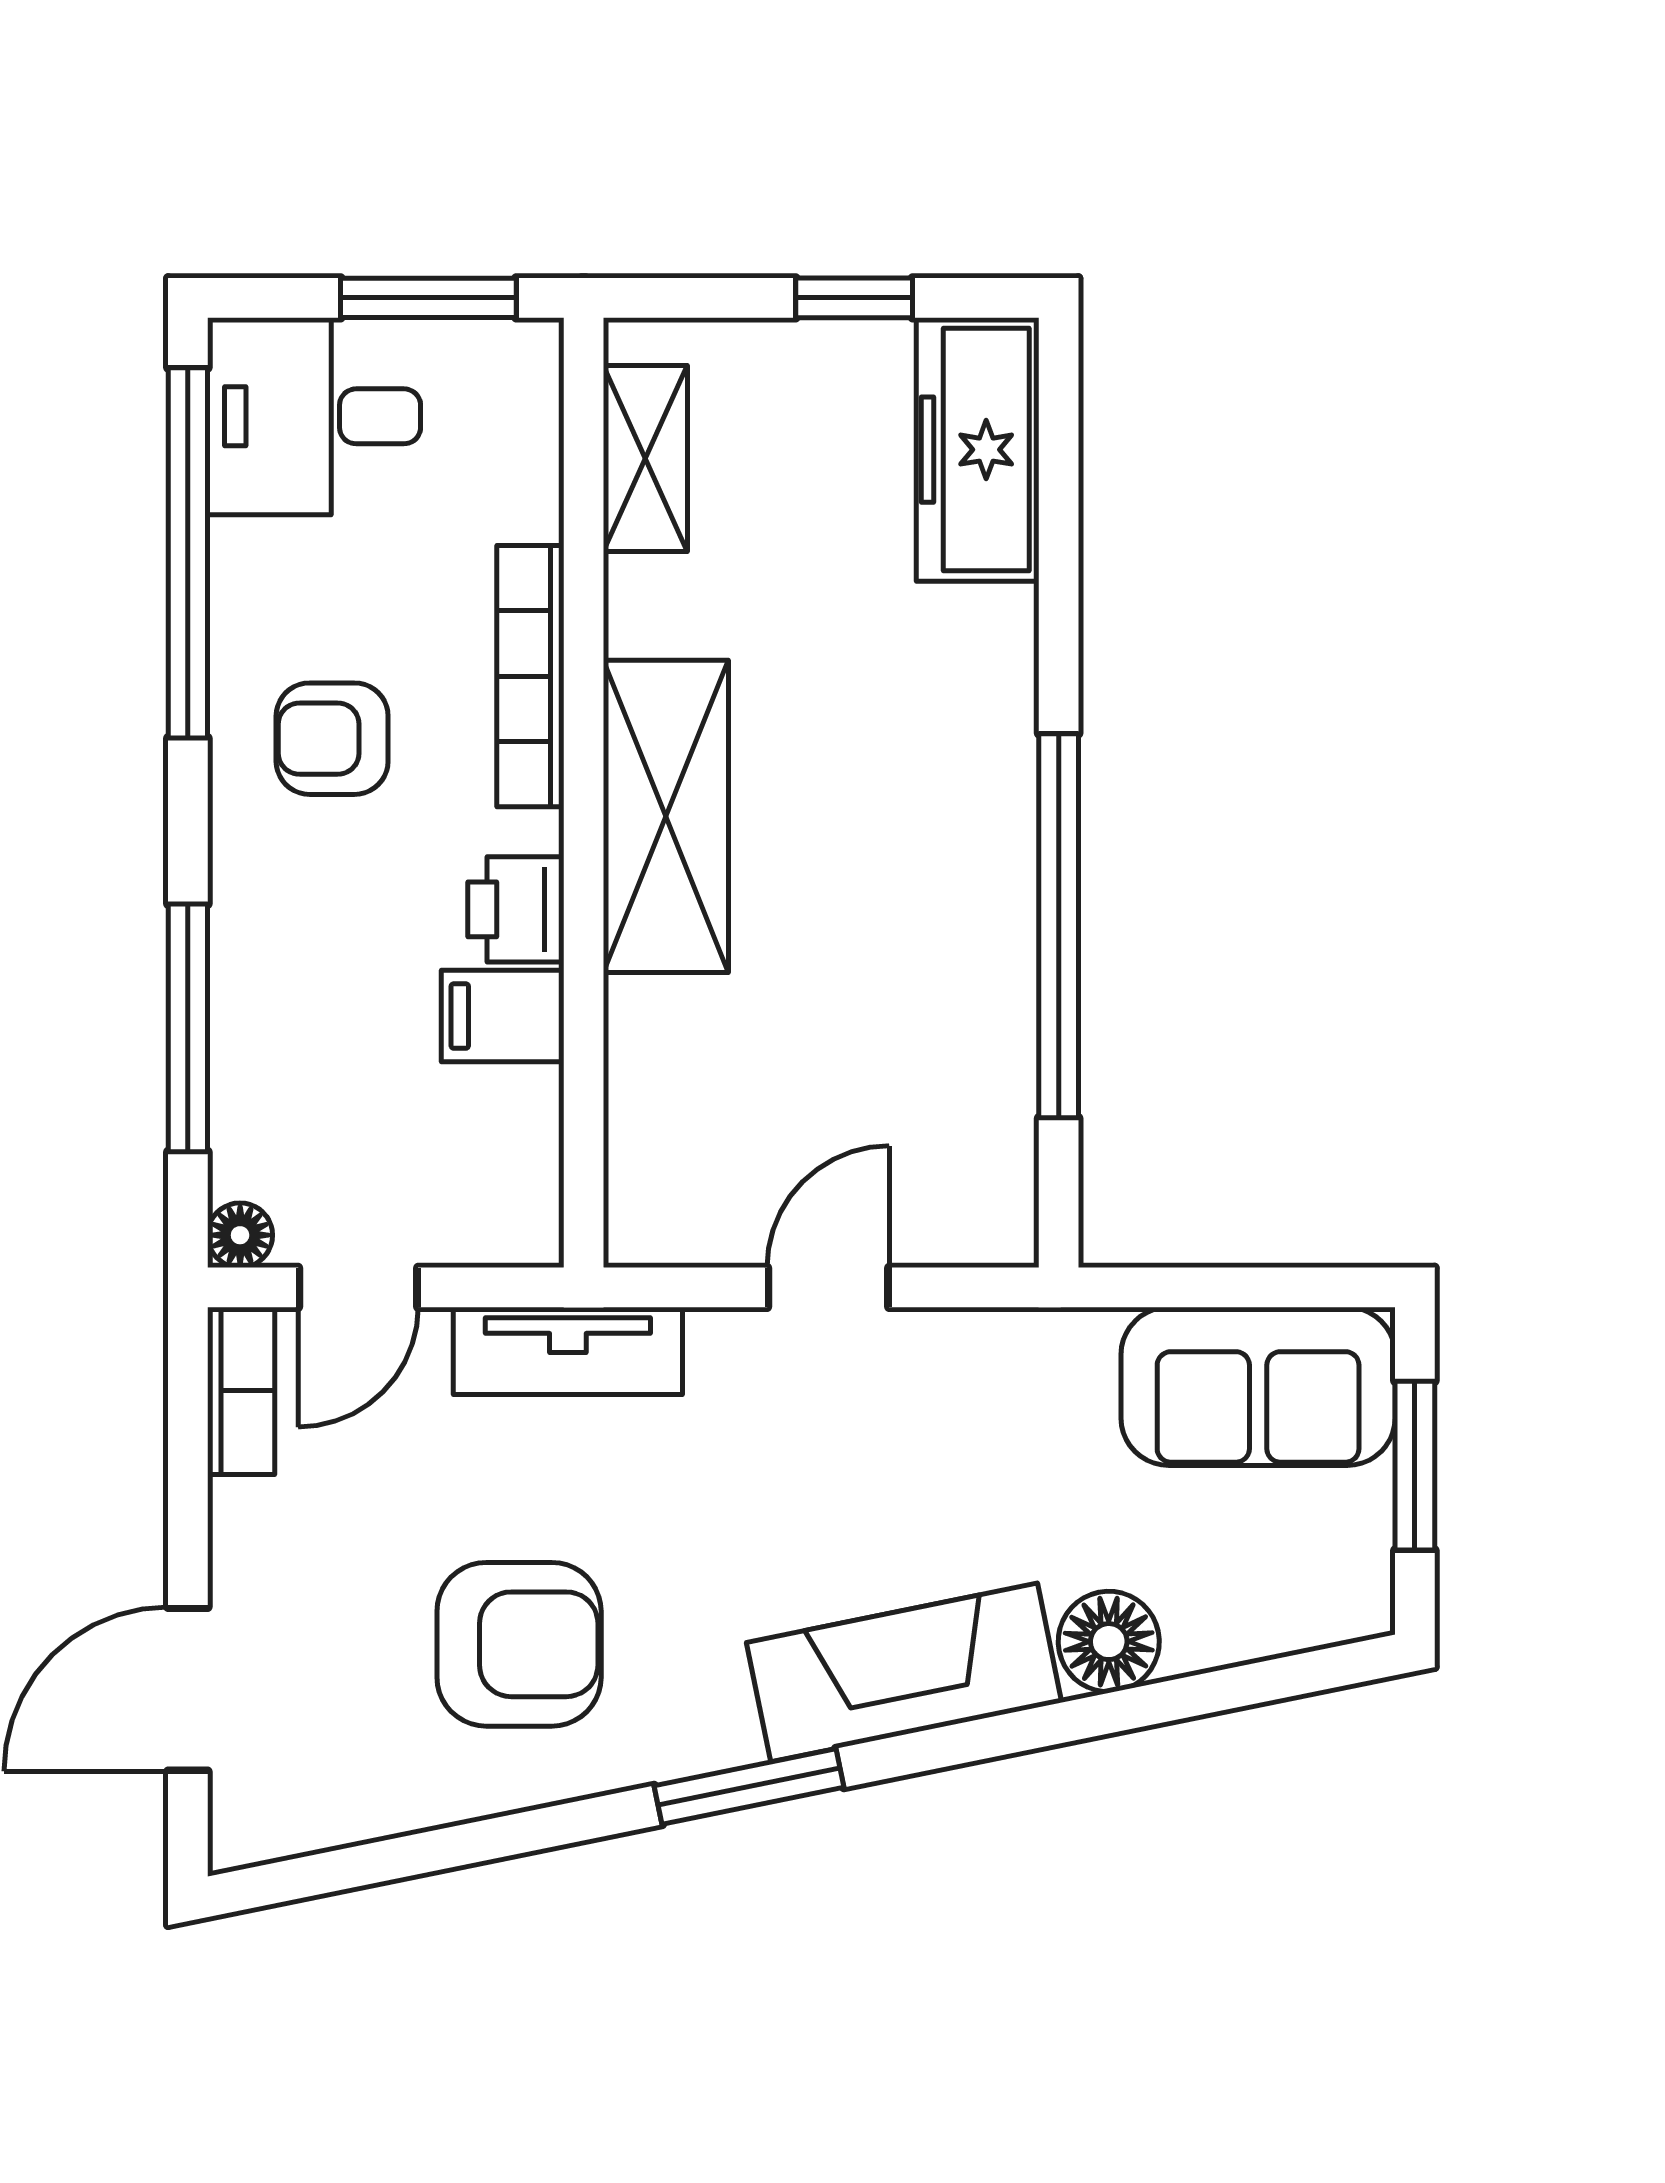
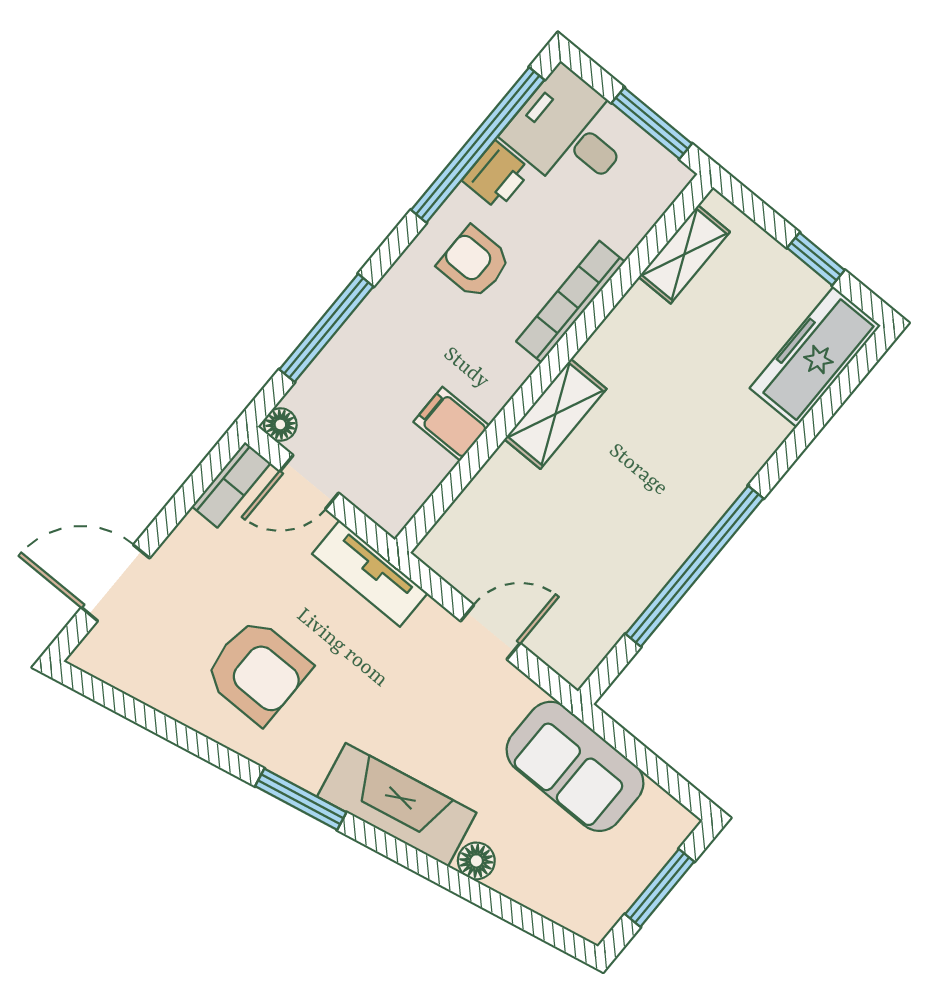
shelving: (666, 816) -> (555, 414), width x0.67, depth x0.75
printer: (516, 909) -> (497, 175), moved, turned 180
sofa: (1258, 1386) -> (575, 766), moved
floor lamp: (1109, 1642) -> (476, 861), width x0.73, depth x0.73

